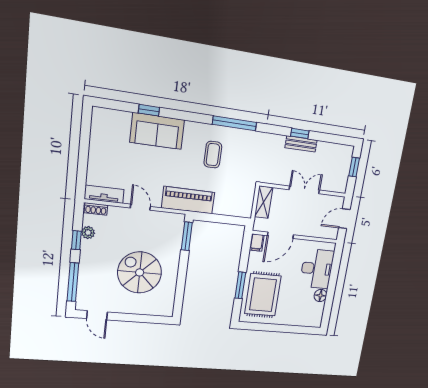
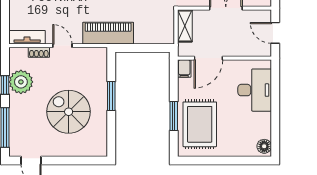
shoe rack: (96, 209) -> (39, 52), moved
door: (344, 219) -> (275, 33), hinge flipped
plant: (88, 233) -> (21, 82), width x1.87, depth x1.87
window: (187, 236) -> (111, 96), moved
floor lamp: (320, 295) -> (264, 146), moved

